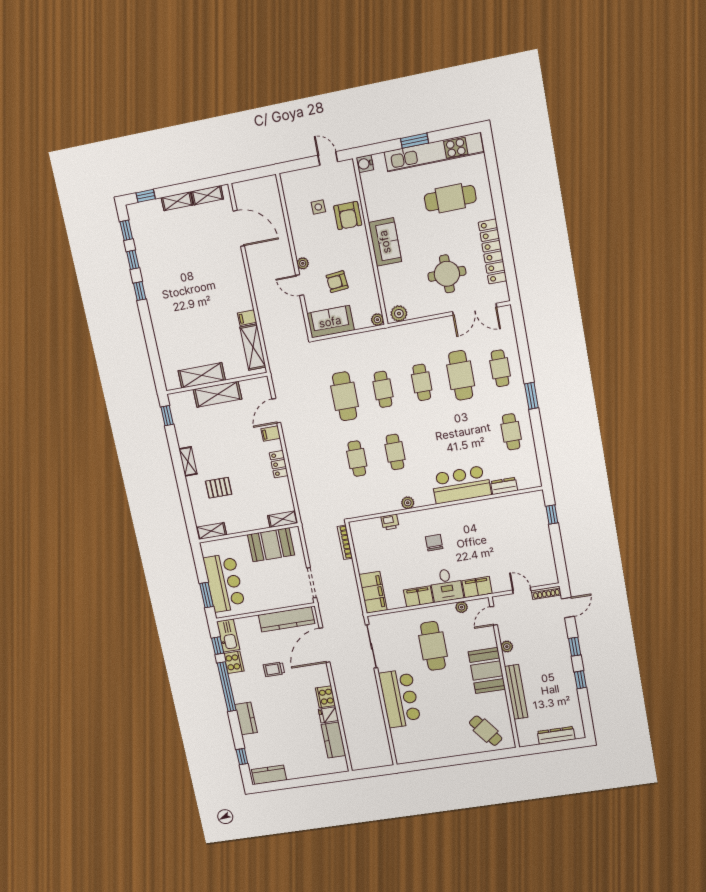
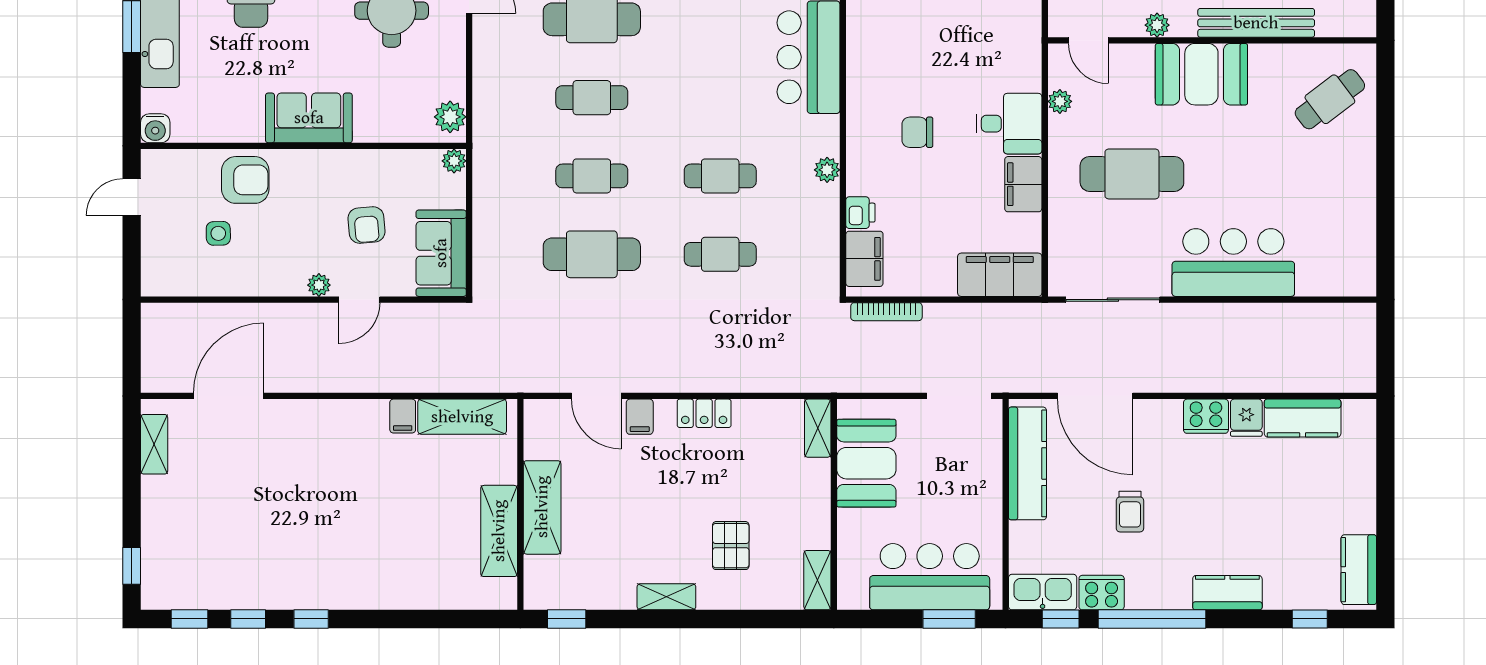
shelving: (177, 201) -> (154, 506), removed
filing cabinet: (477, 587) -> (864, 259), moved, turned 180

